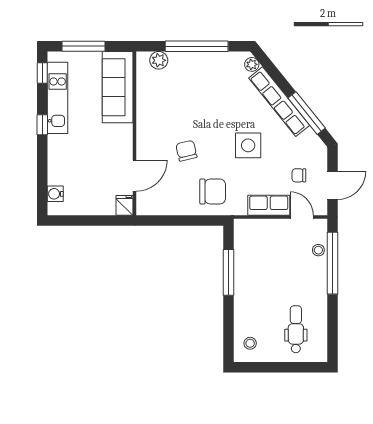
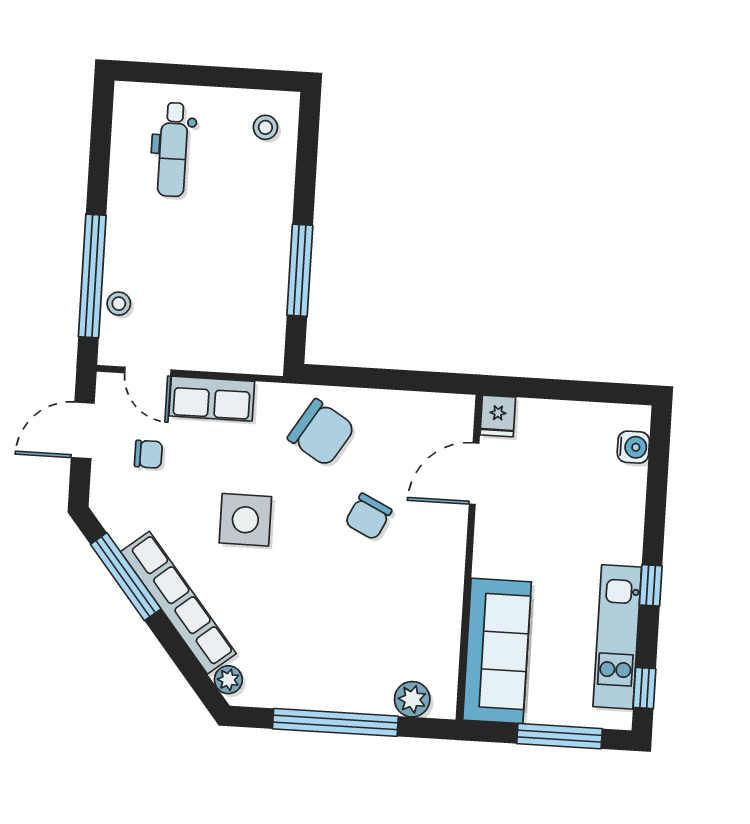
chair: (186, 151) -> (368, 517), turned 39
chair: (213, 192) -> (321, 433), turned -148

